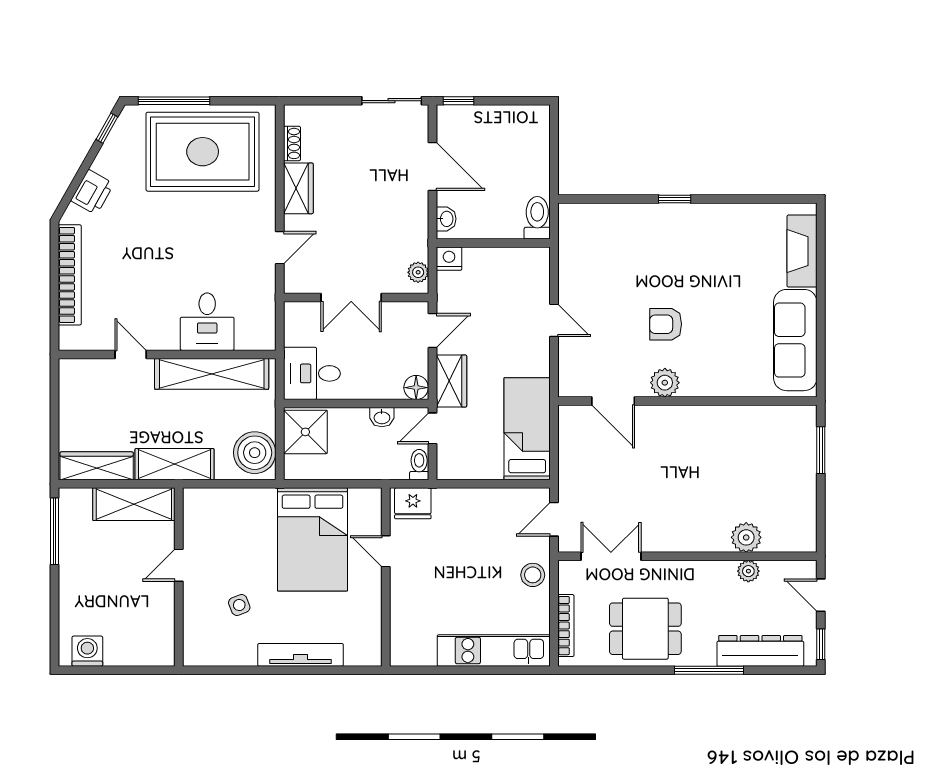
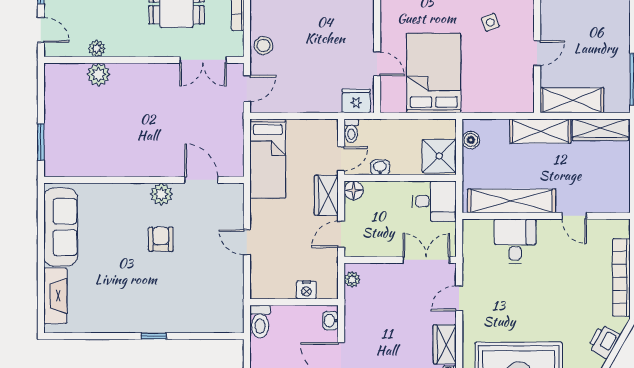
nightstand: (449, 259) -> (306, 290), moved
double door: (351, 297) -> (426, 260), moved
armchair: (666, 324) -> (161, 239), turned -90
boiler: (255, 453) -> (471, 140), width x0.54, depth x0.54

